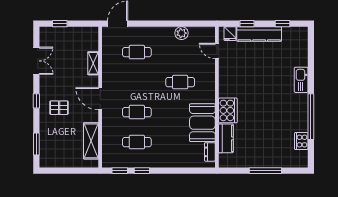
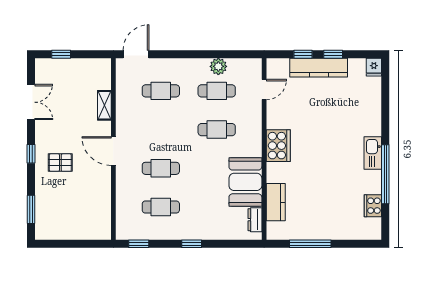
window: (283, 24) -> (333, 54), moved
fridge: (230, 34) -> (374, 67), moved
door: (217, 51) -> (264, 89), swing flipped
cafe table: (180, 52) -> (217, 91), added
kitchen sink: (301, 80) -> (373, 153), moved
cooker: (228, 110) -> (278, 146), moved
shelving: (91, 141) -> (102, 205), removed
window: (142, 171) -> (192, 244), moved
window: (265, 171) -> (310, 244), moved

